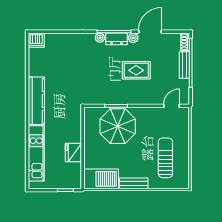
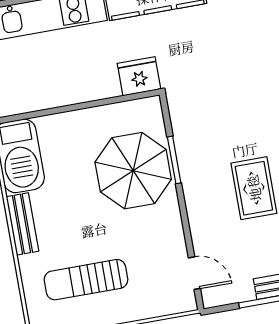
fridge: (73, 153) -> (139, 76), moved
sun lounger: (165, 158) -> (86, 280), turned 180

